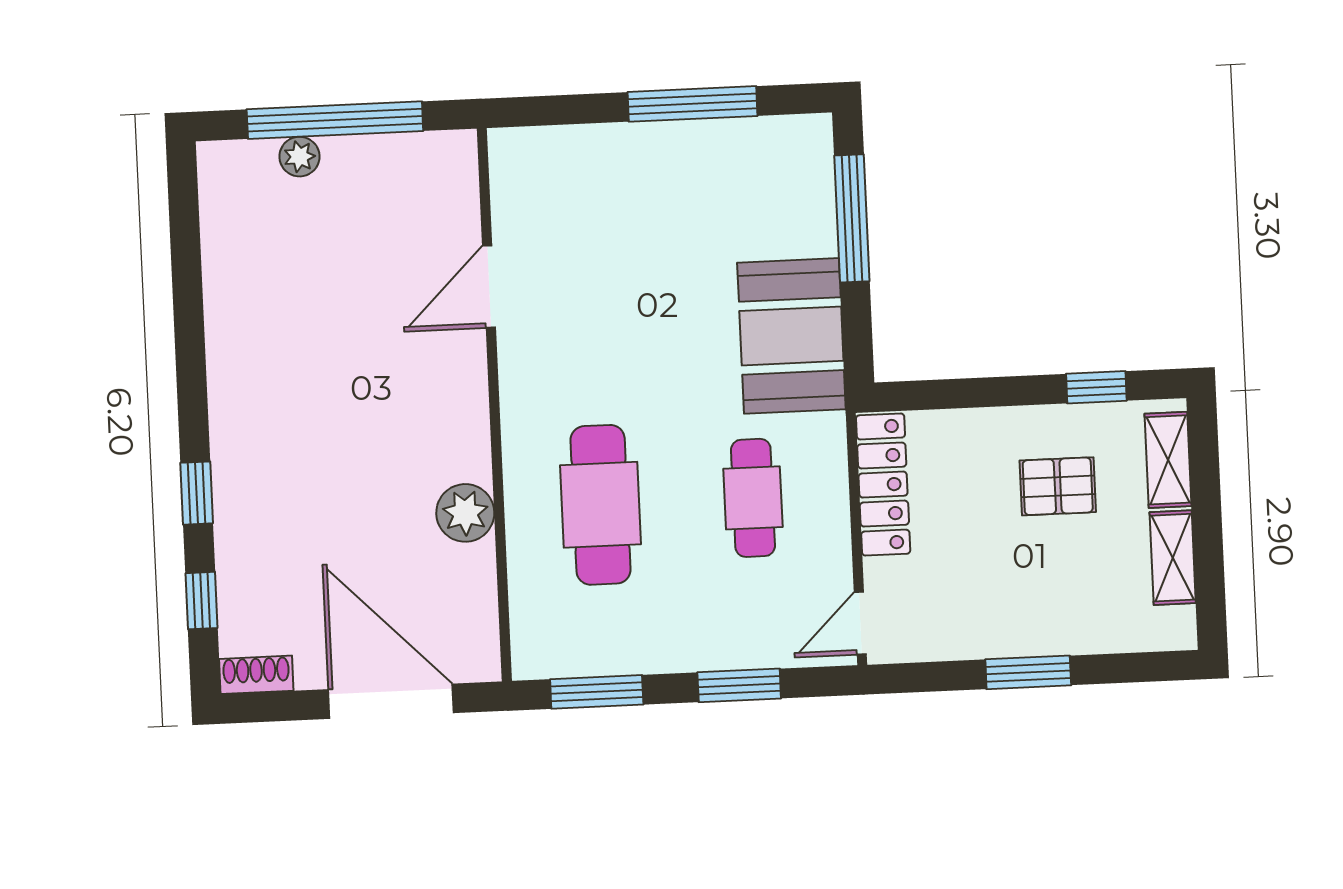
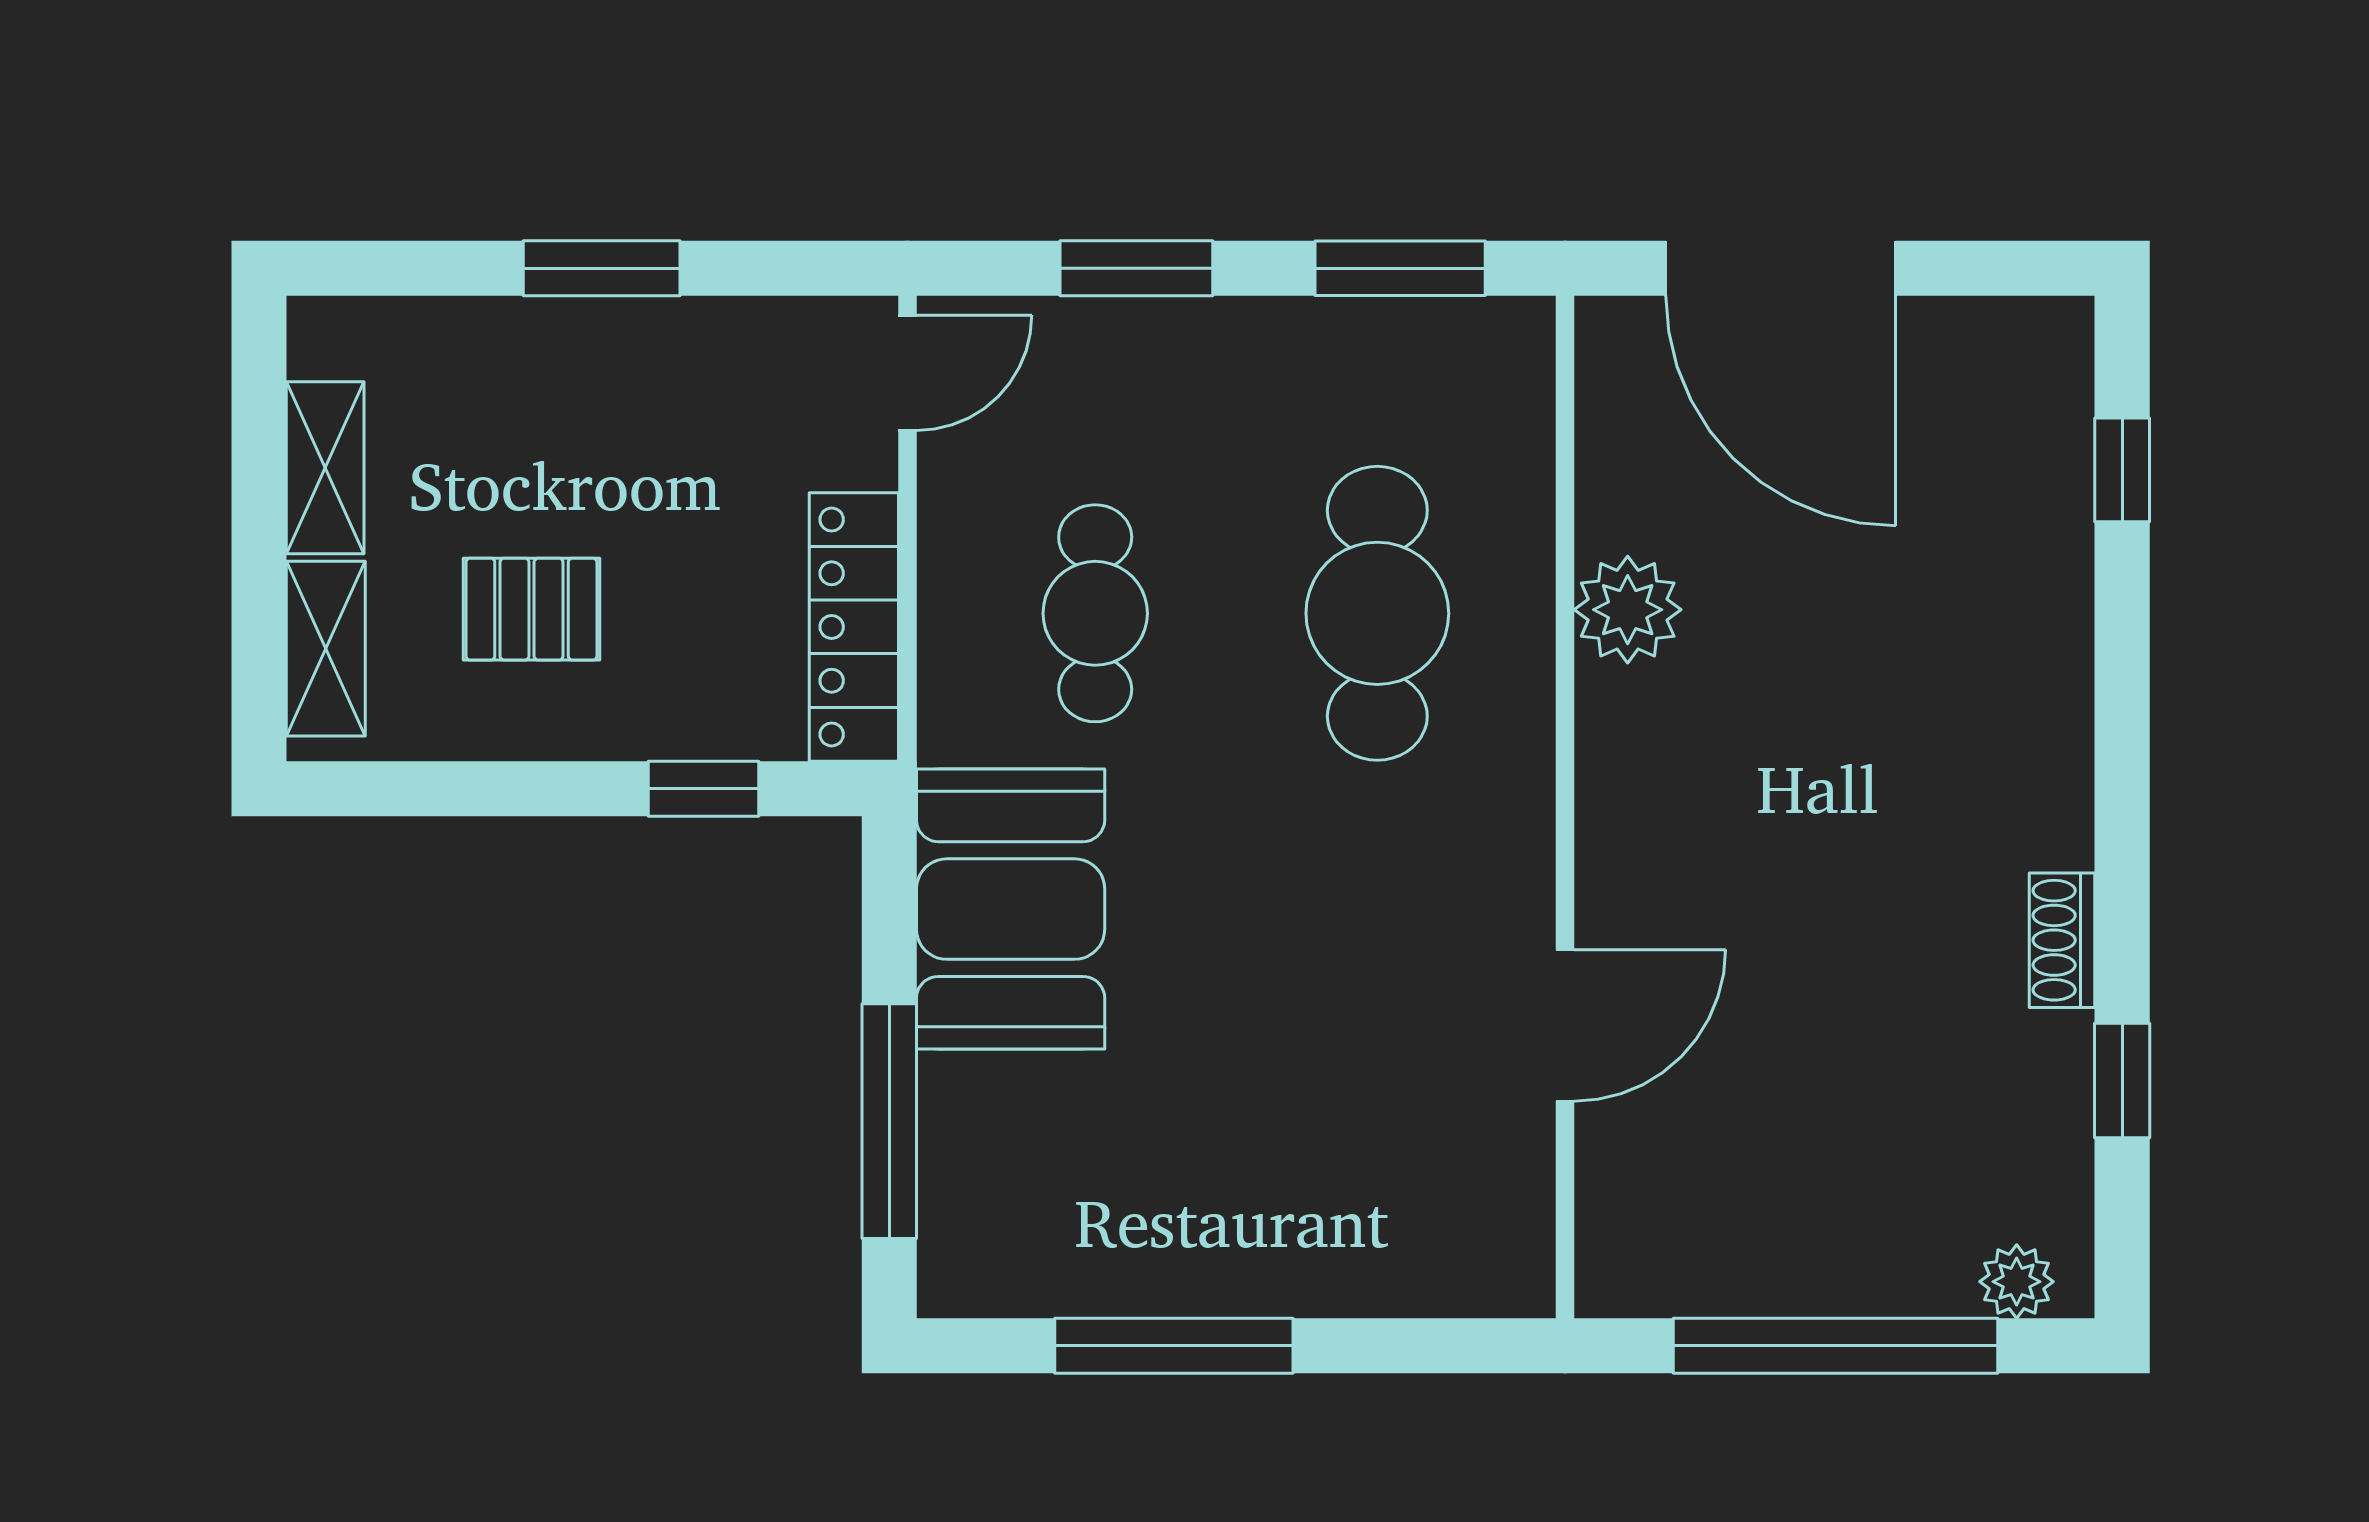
plant: (299, 157) -> (2017, 1282), moved
window: (1096, 387) -> (703, 789), moved
window: (197, 493) -> (2122, 1080), moved
shoe rack: (256, 675) -> (2062, 940), moved, turned 90

